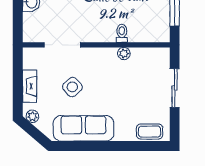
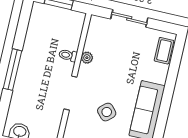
doorway: (62, 45) -> (70, 93), moved

